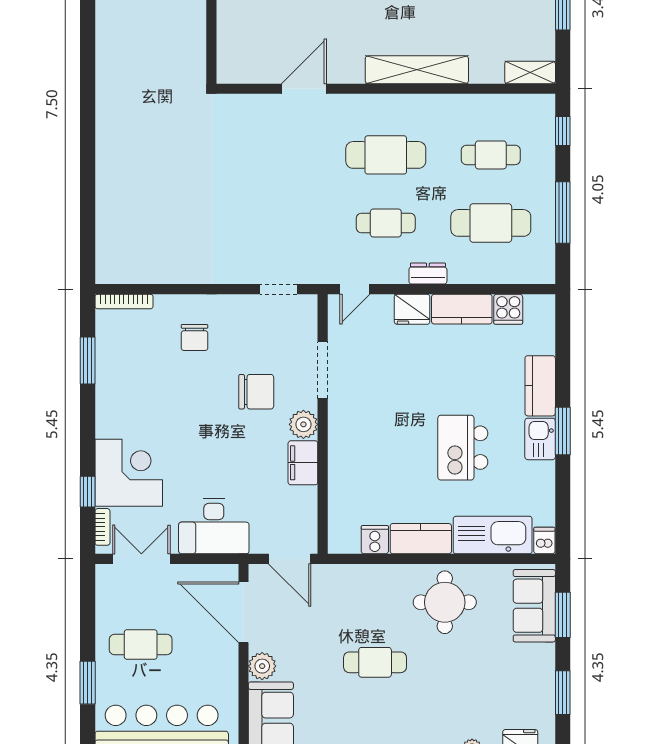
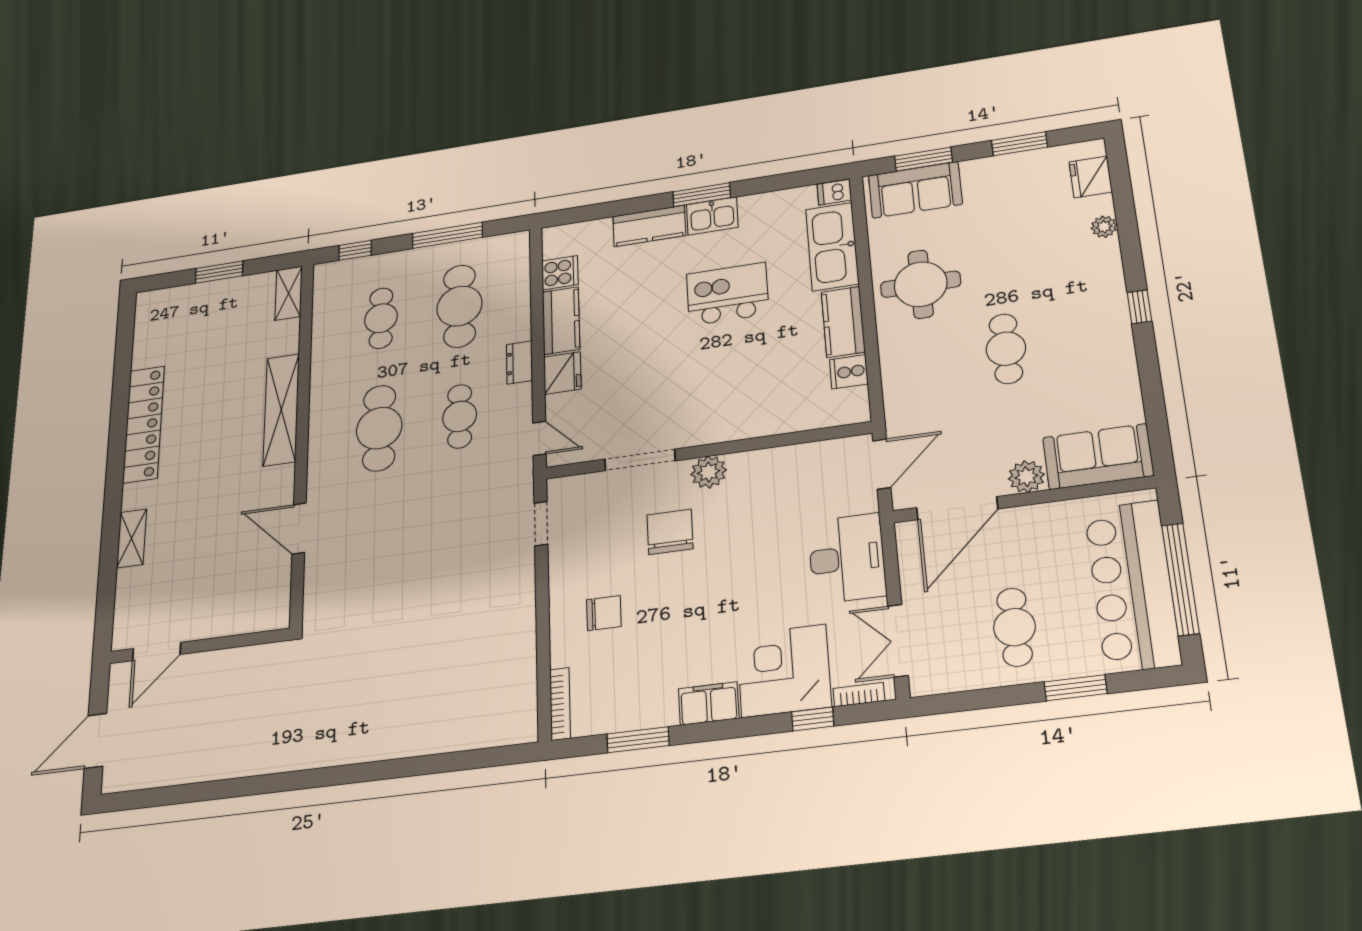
kitchen island: (463, 448) -> (728, 294), turned 180
filing cabinet: (303, 463) -> (709, 703), moved, turned 180

